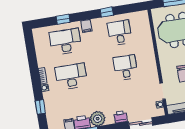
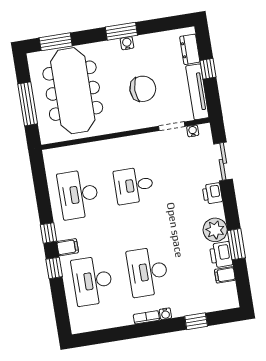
window: (107, 12) -> (48, 233), moved
window: (63, 19) -> (54, 268), moved
desk: (120, 33) -> (78, 194), width x1.37

